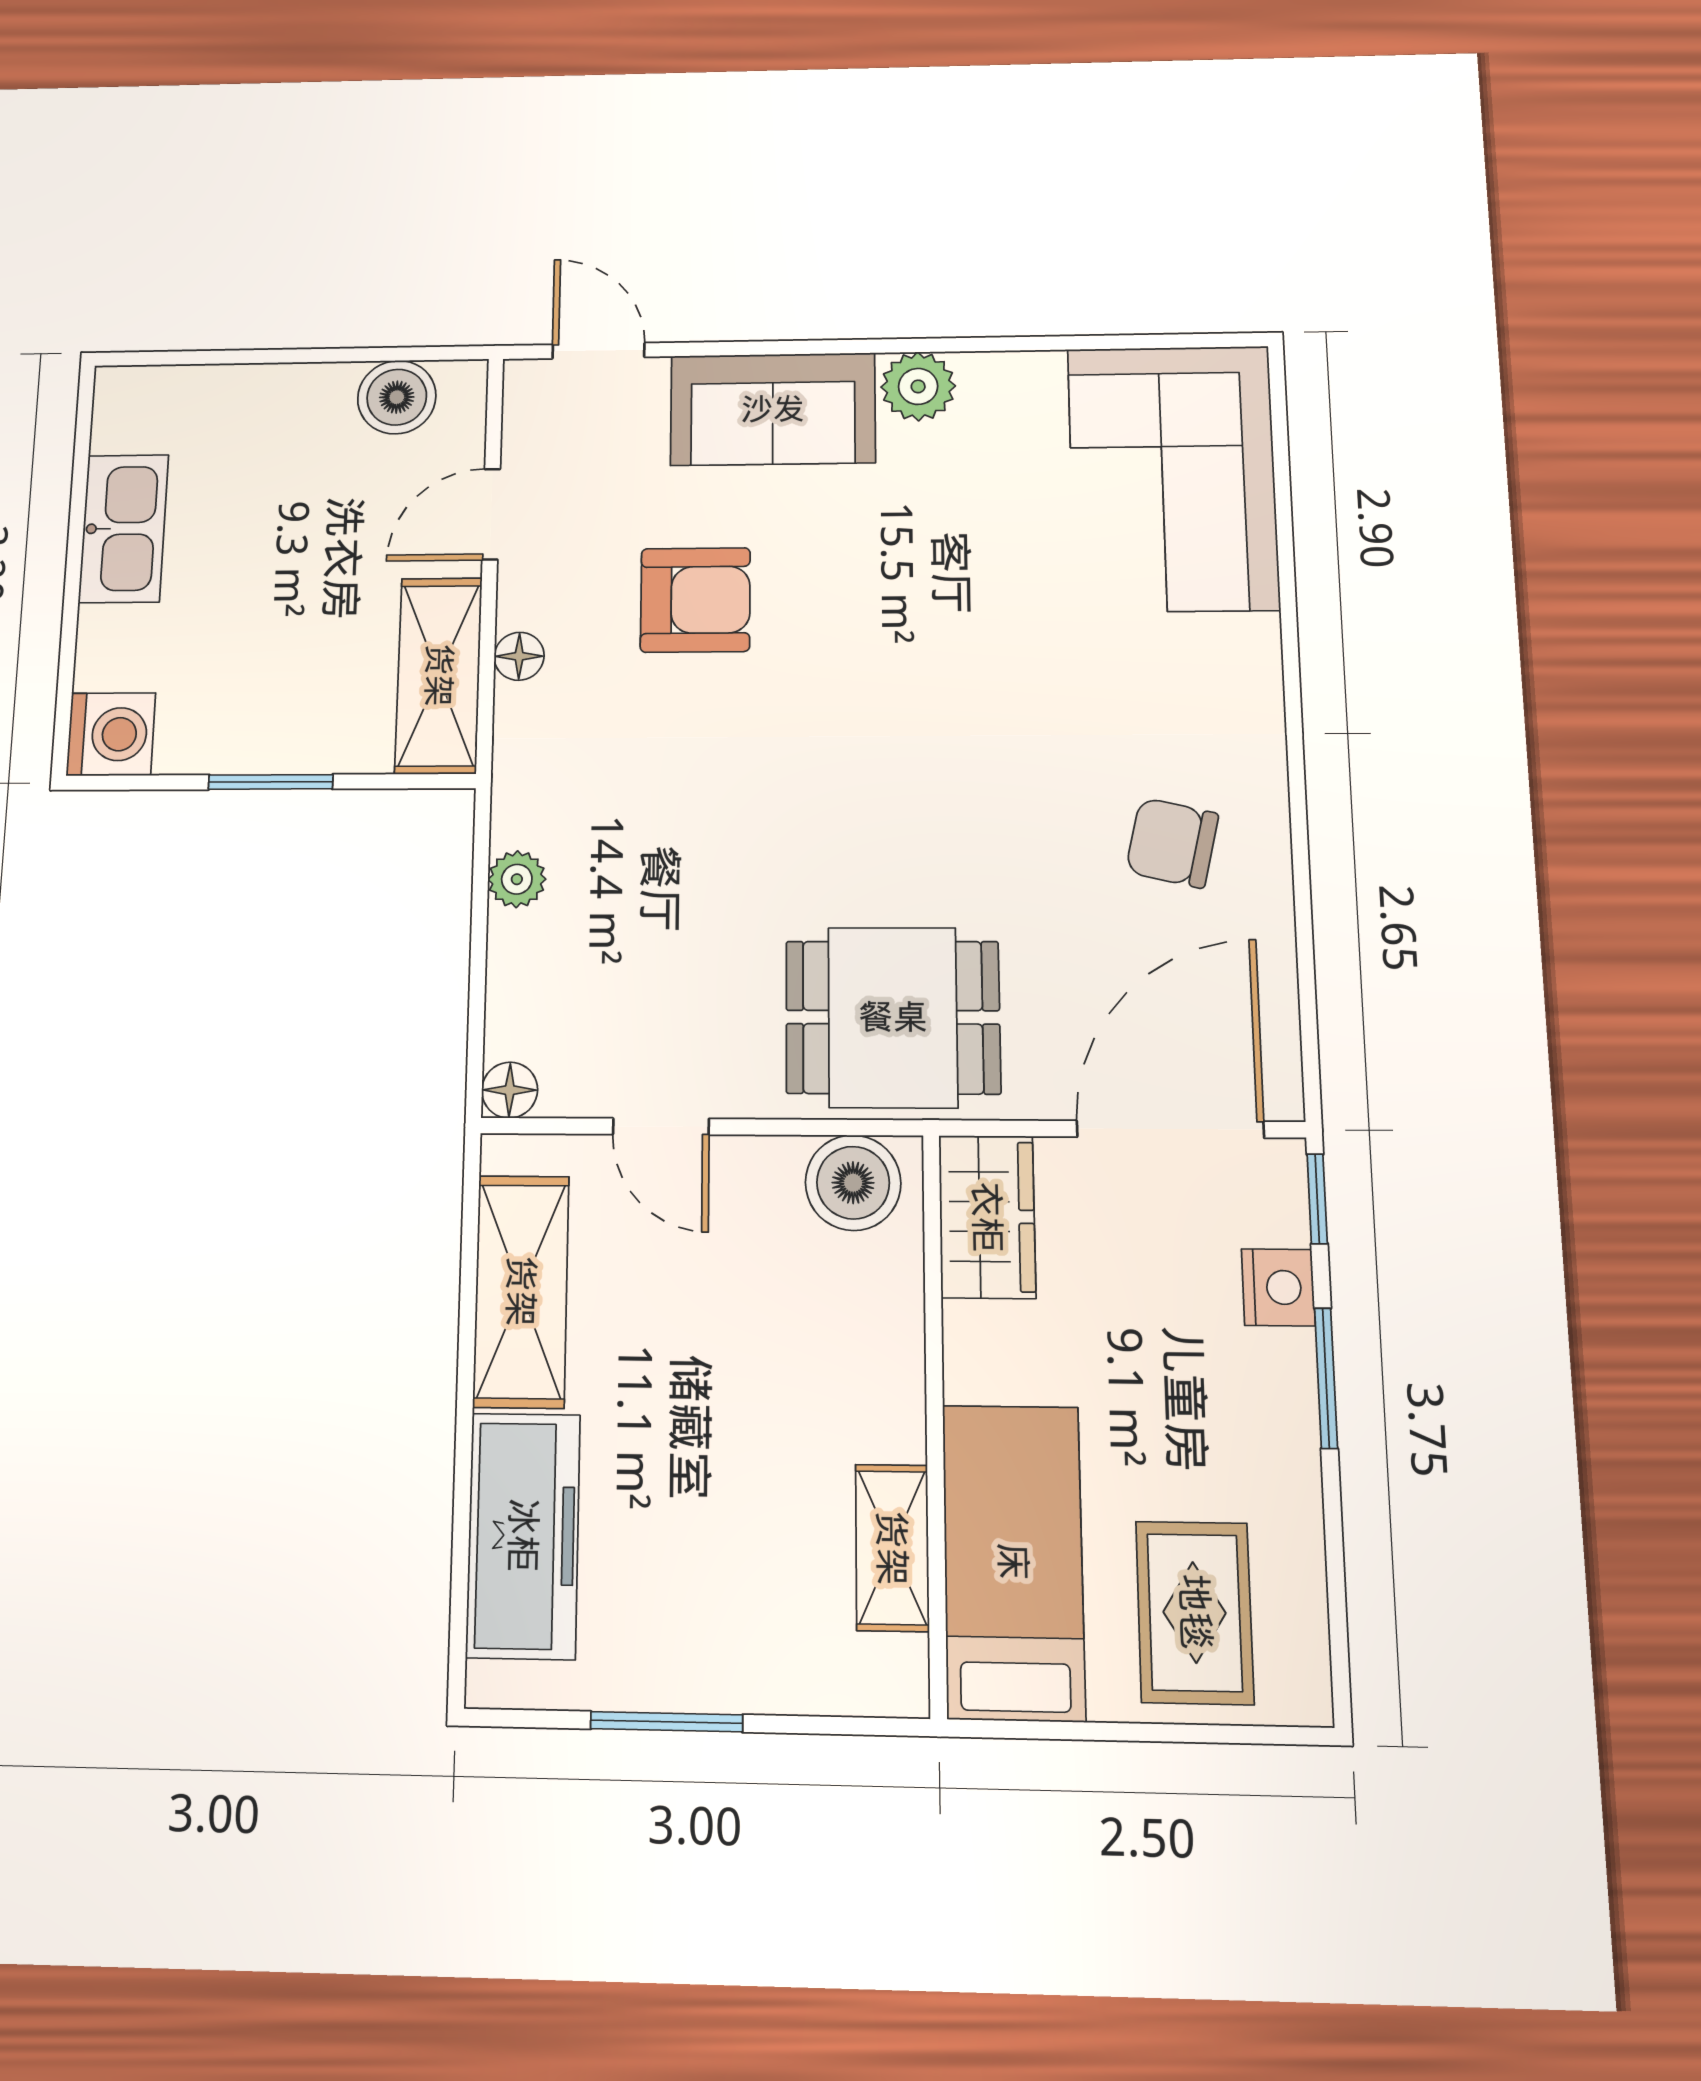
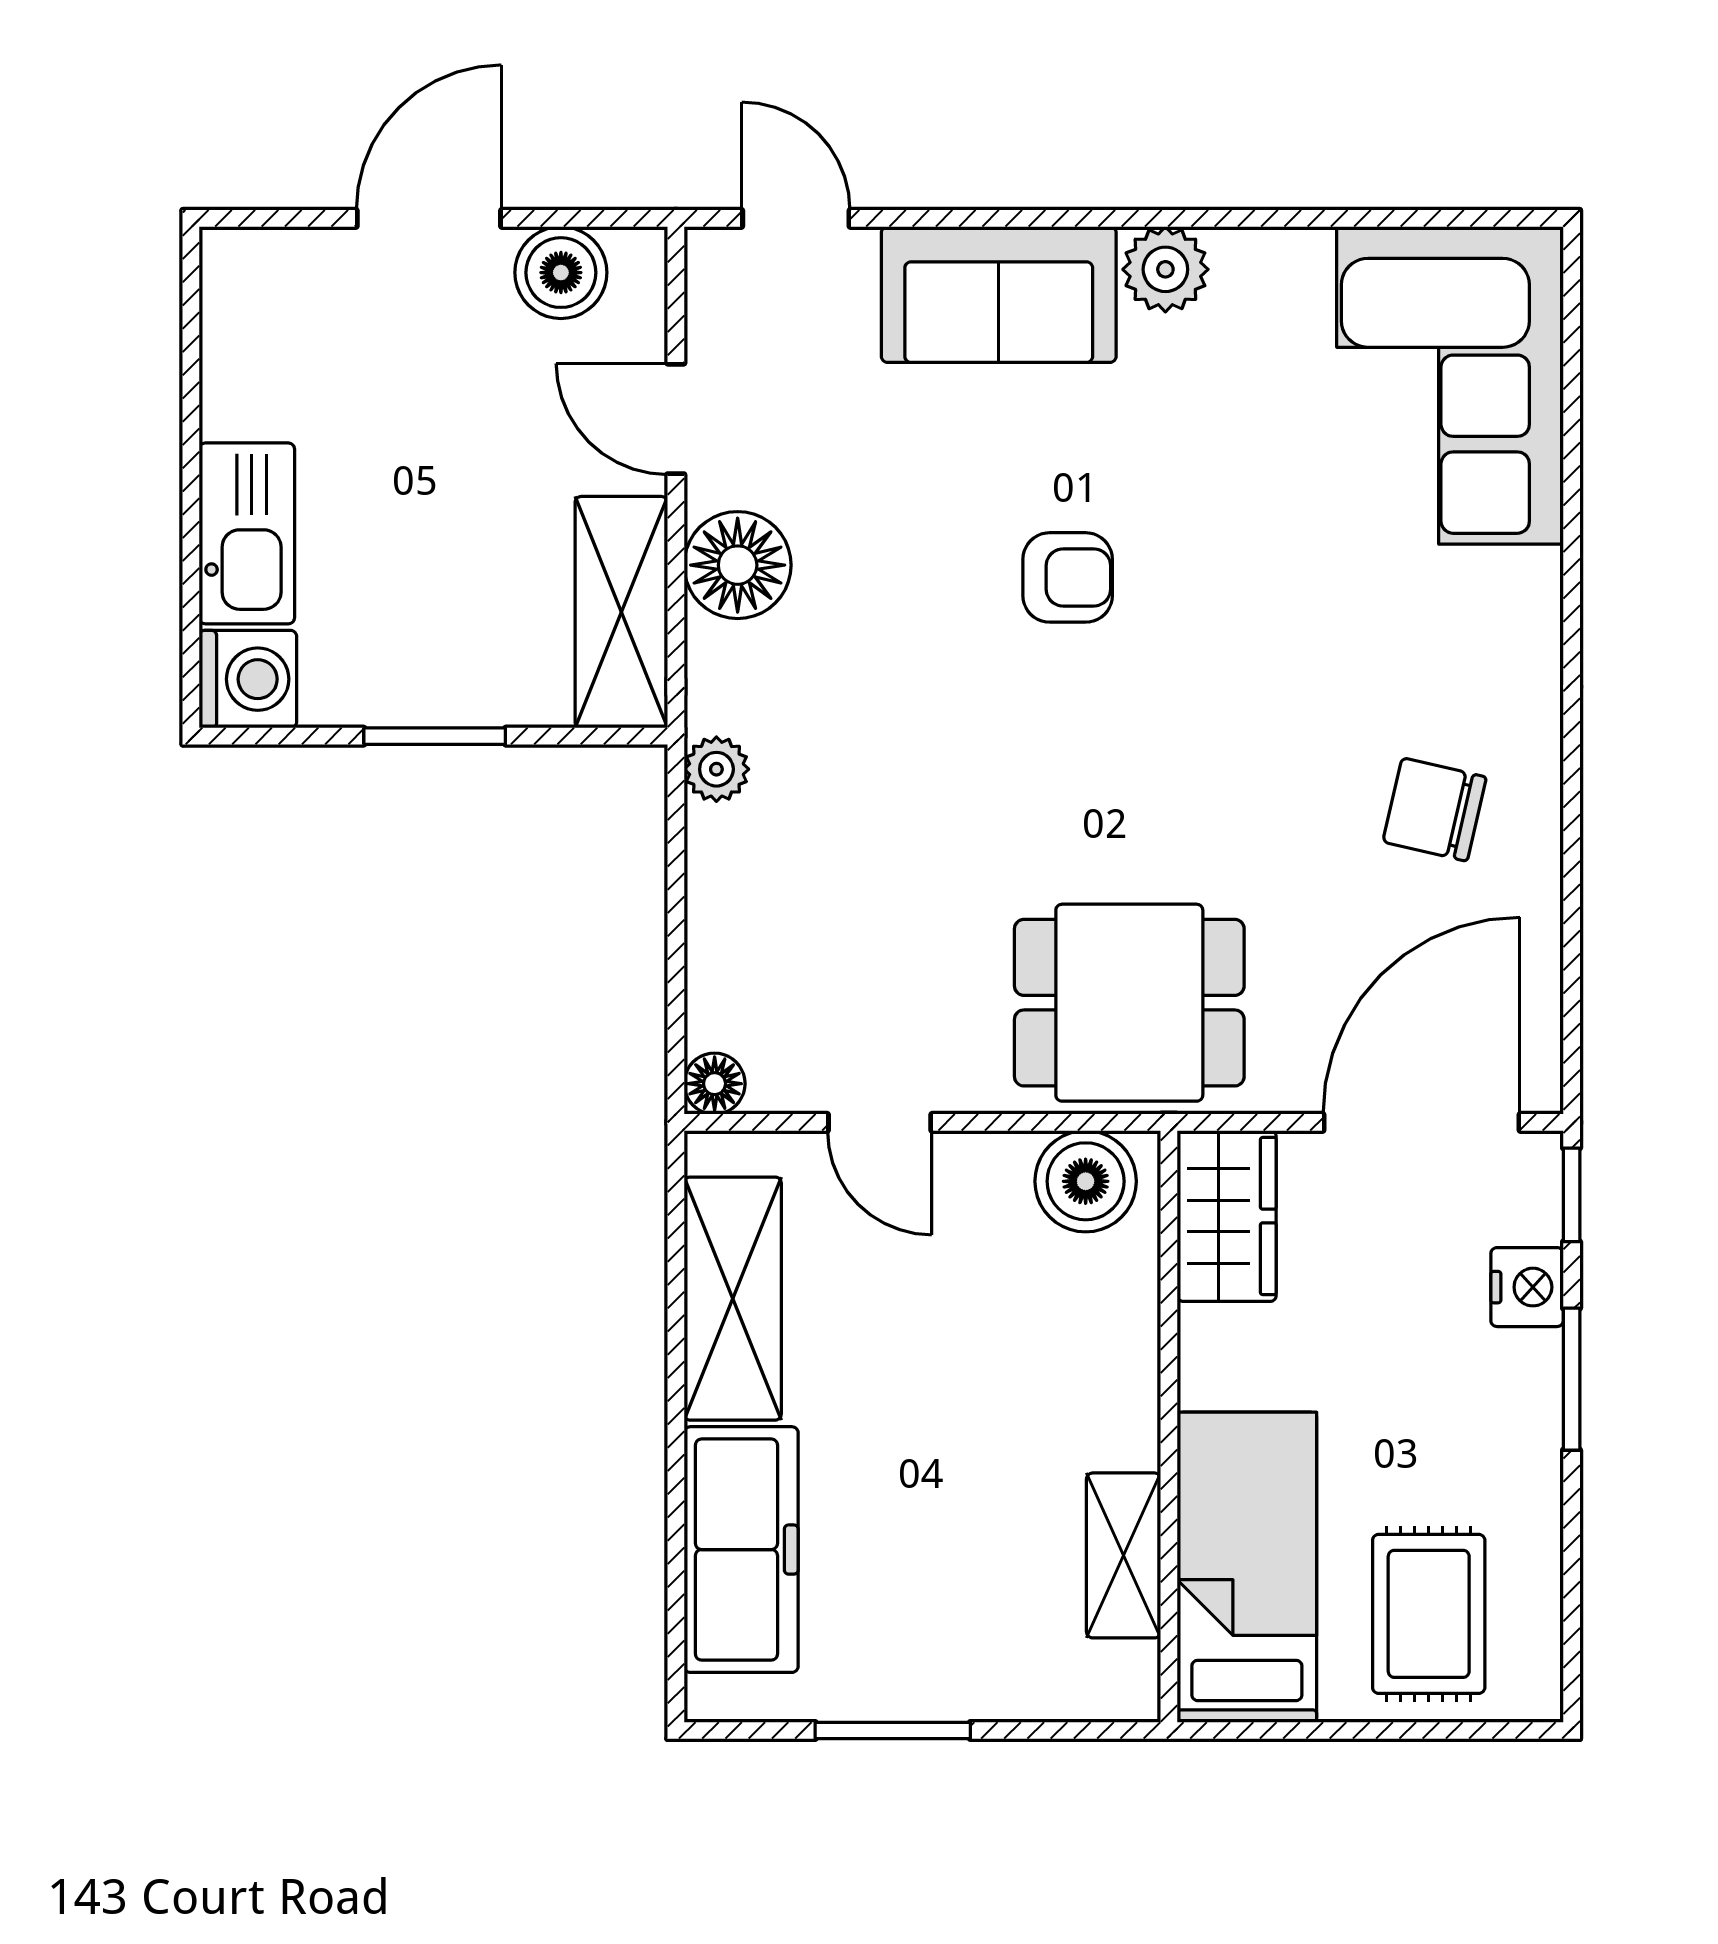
door: (287, 356) -> (429, 218), added
door: (491, 514) -> (676, 419), hinge flipped
kitchen sink: (124, 528) -> (247, 533), moved
armchair: (695, 600) -> (1068, 577), moved, width x0.72, depth x0.72
floor lamp: (519, 656) -> (738, 565), width x1.89, depth x1.89
plant: (517, 879) -> (716, 769), moved

